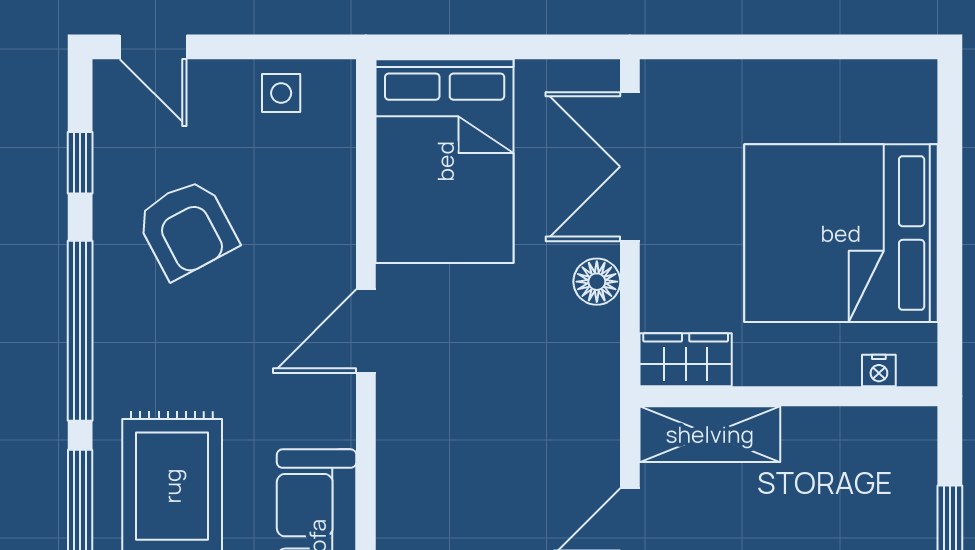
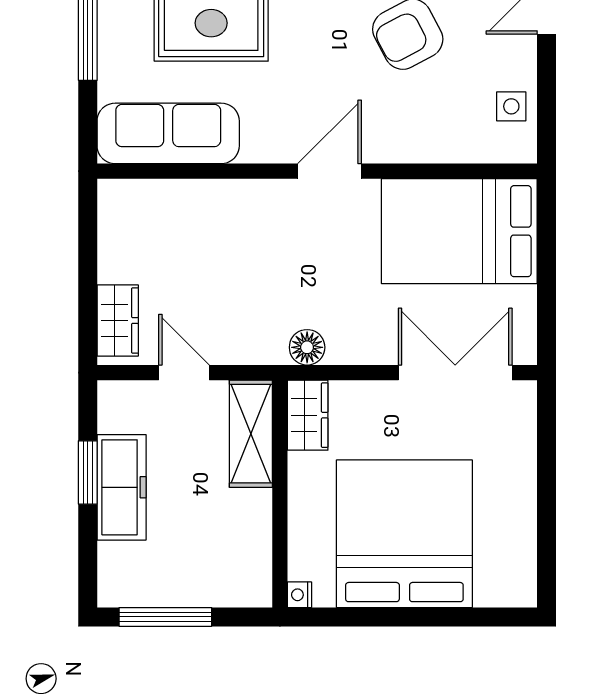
floor lamp: (597, 282) -> (307, 347), moved
door: (366, 331) -> (330, 171), hinge flipped
nightstand: (879, 371) -> (299, 595), moved

